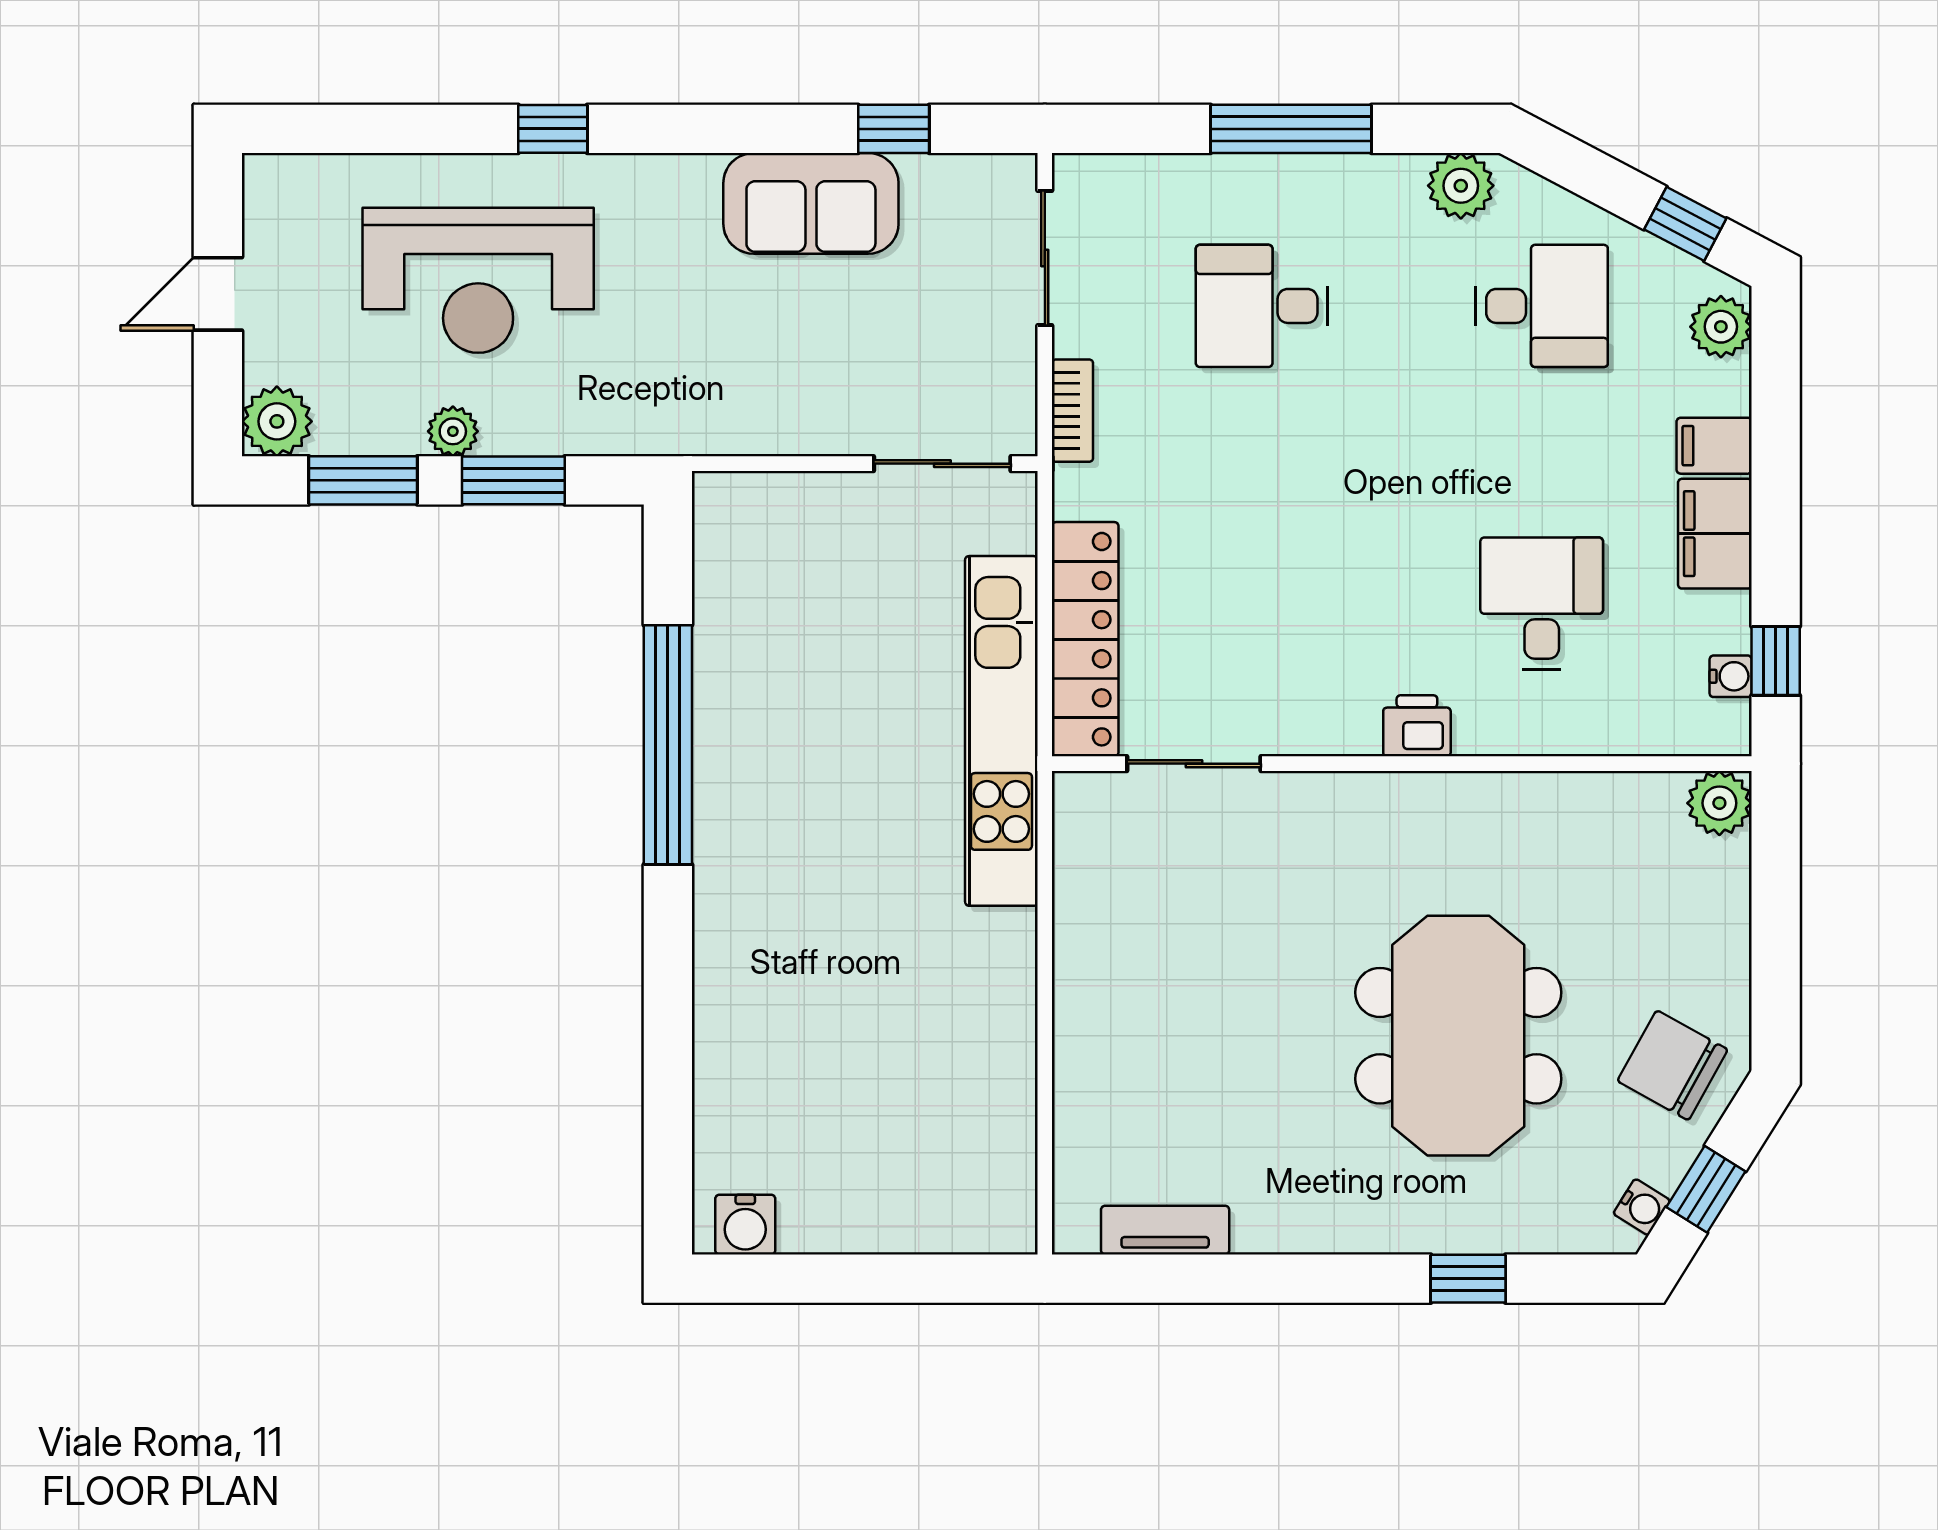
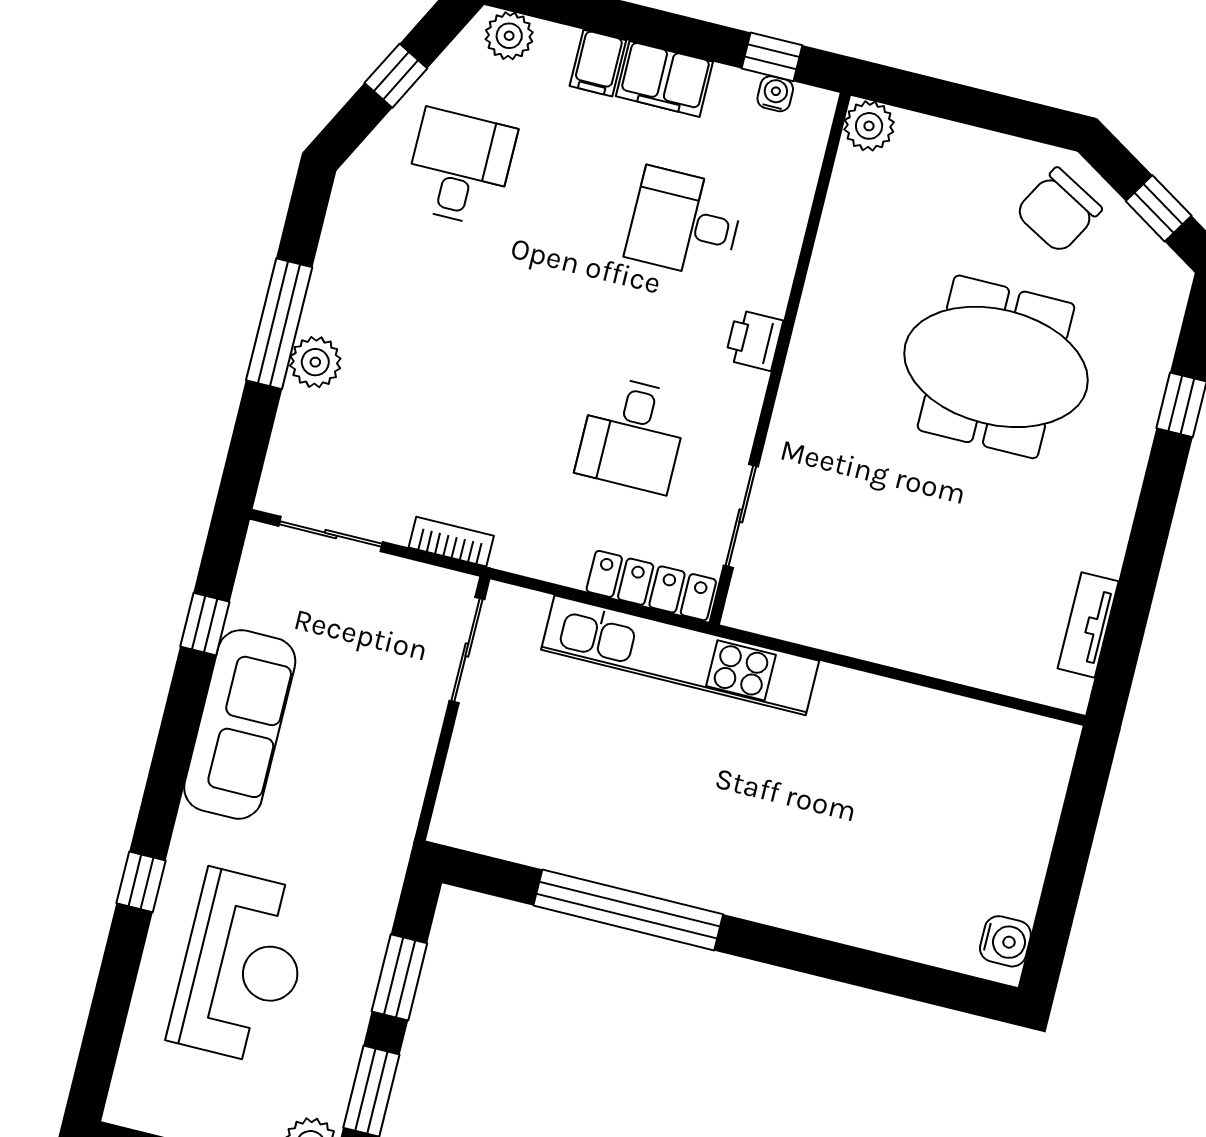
plant: (1461, 186) -> (315, 362), moved
sofa: (811, 203) -> (240, 724), width x1.36
window: (1685, 224) -> (396, 76), moved
desk: (1262, 306) -> (632, 435), moved
plant: (453, 431) -> (351, 1014), removed
locker: (1085, 639) -> (651, 586), width x0.71, depth x0.83
water cooler: (1642, 1207) -> (1160, 260), removed

